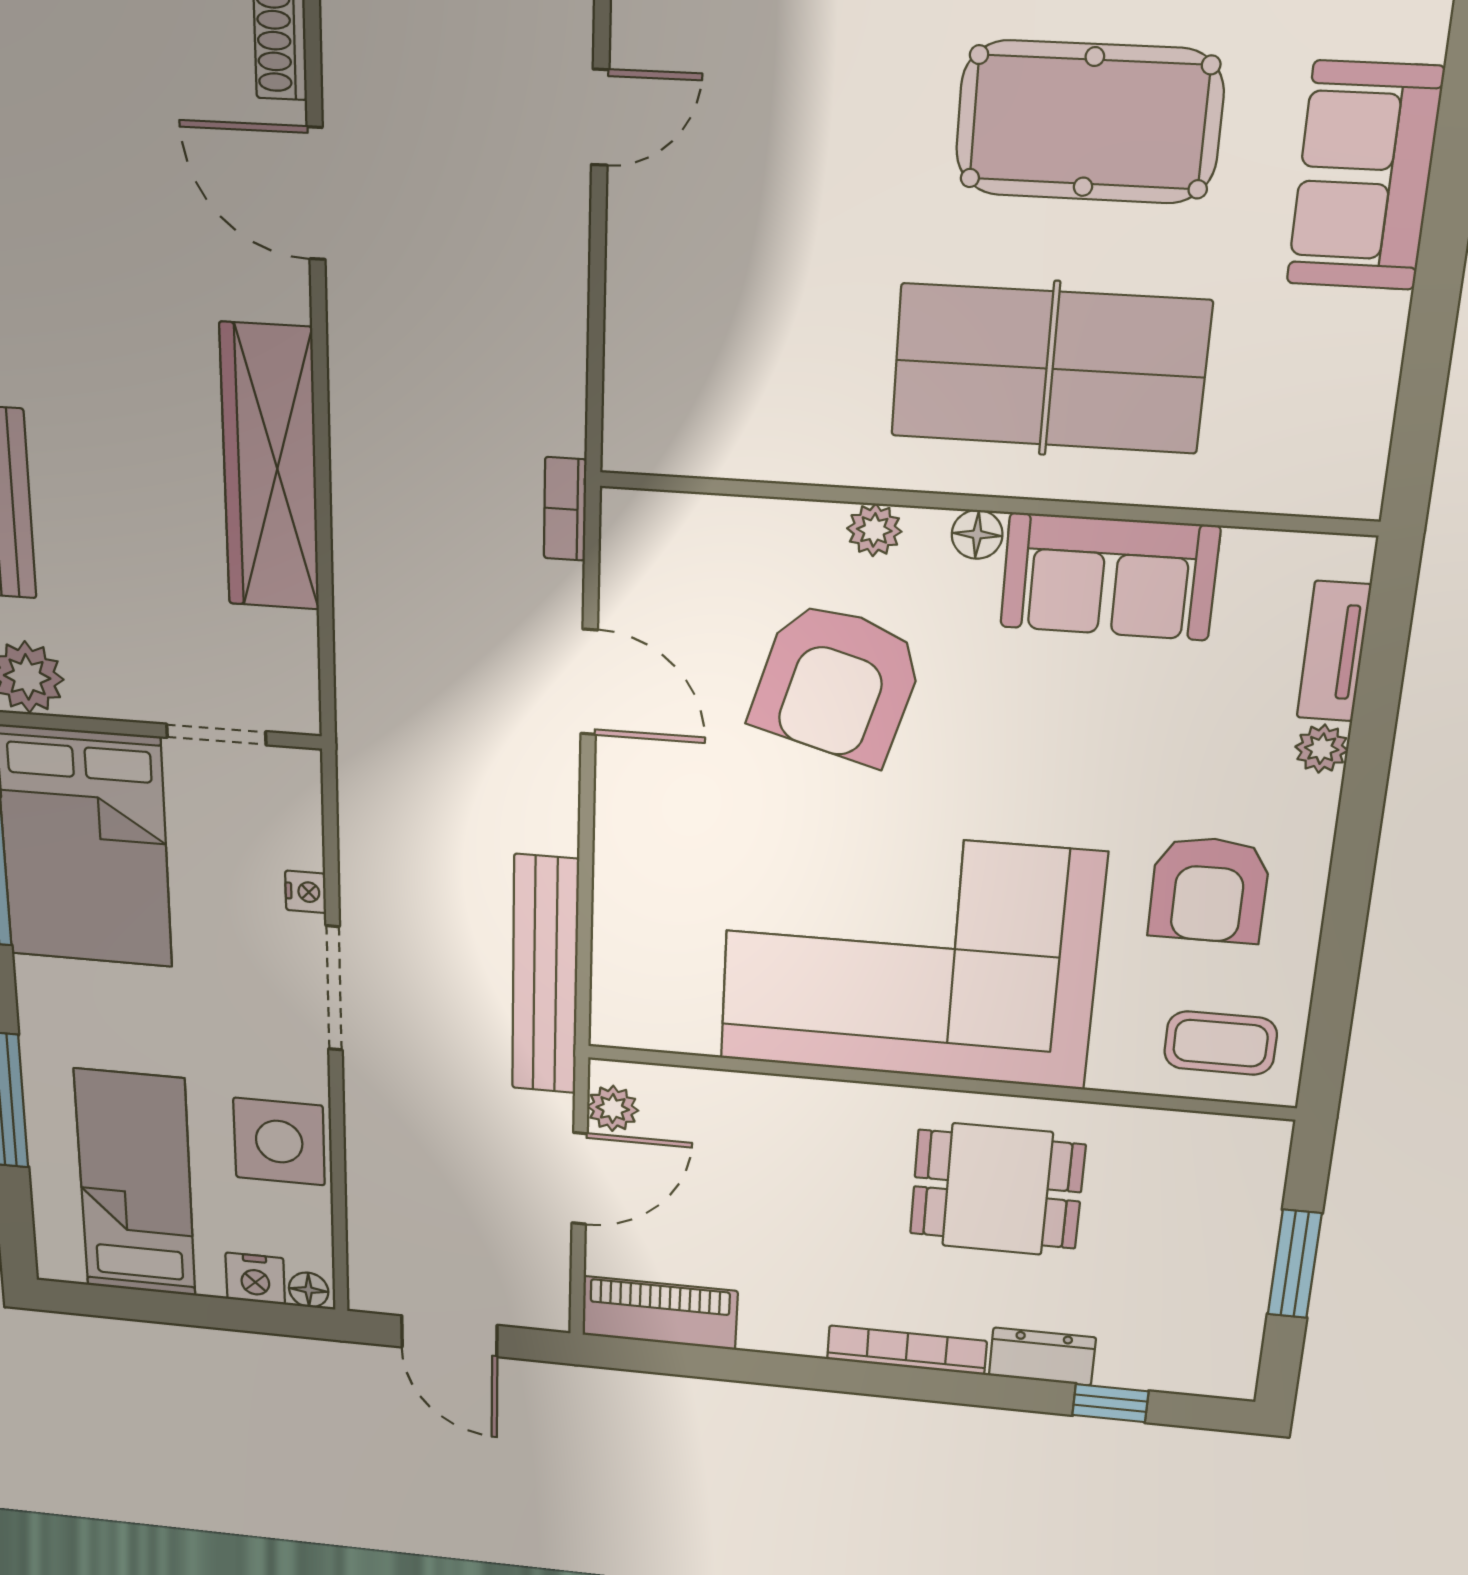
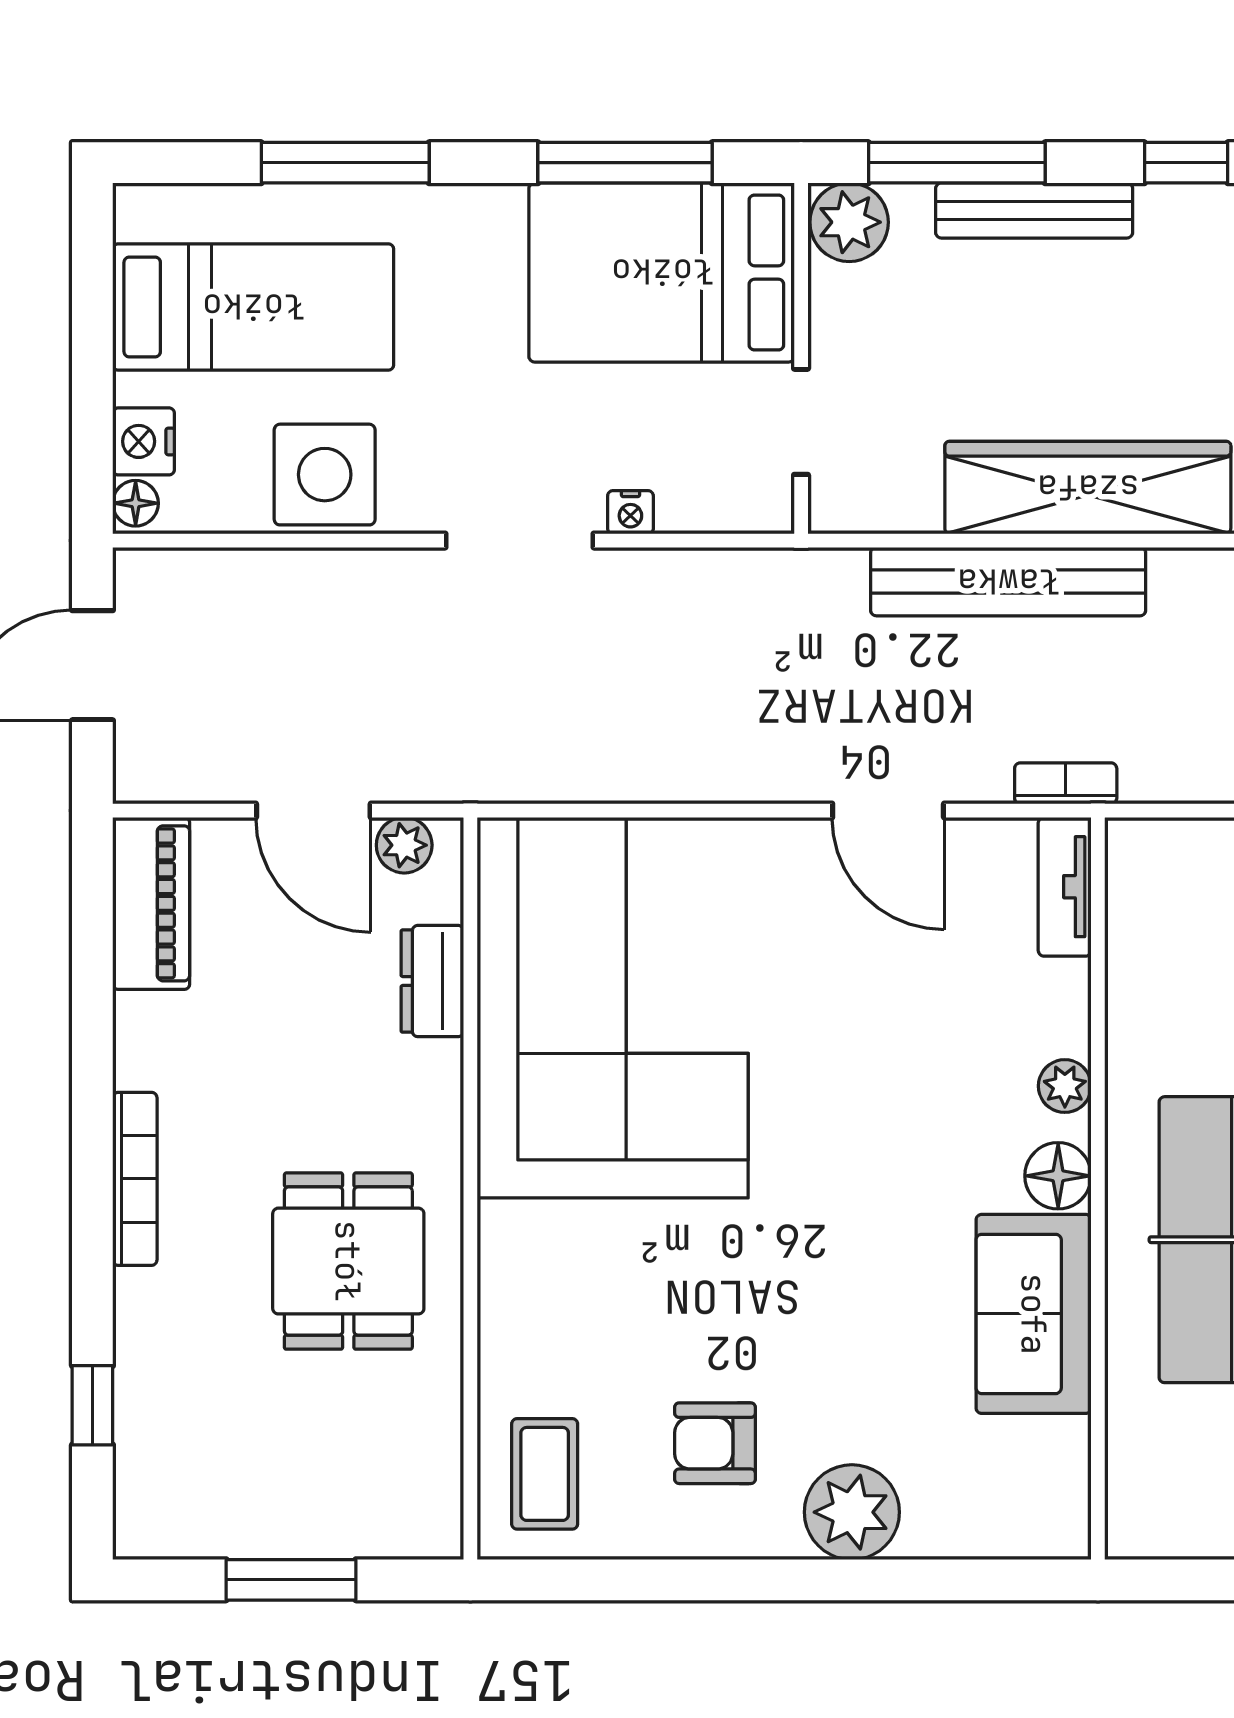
floor lamp: (977, 534) -> (1058, 1176), width x1.37, depth x1.37
tv unit: (1334, 651) -> (1065, 887), moved, turned -90
door: (589, 682) -> (888, 811), hinge flipped
armchair: (837, 683) -> (906, 1059), removed
plant: (1322, 749) -> (852, 1512), width x1.88, depth x1.88
armchair: (1209, 890) -> (715, 1443), width x0.72, depth x0.72
corner sofa: (909, 957) -> (613, 1008), moved
bench: (545, 975) -> (1008, 582), moved
dresser: (1042, 1357) -> (432, 981), moved, turned 180

